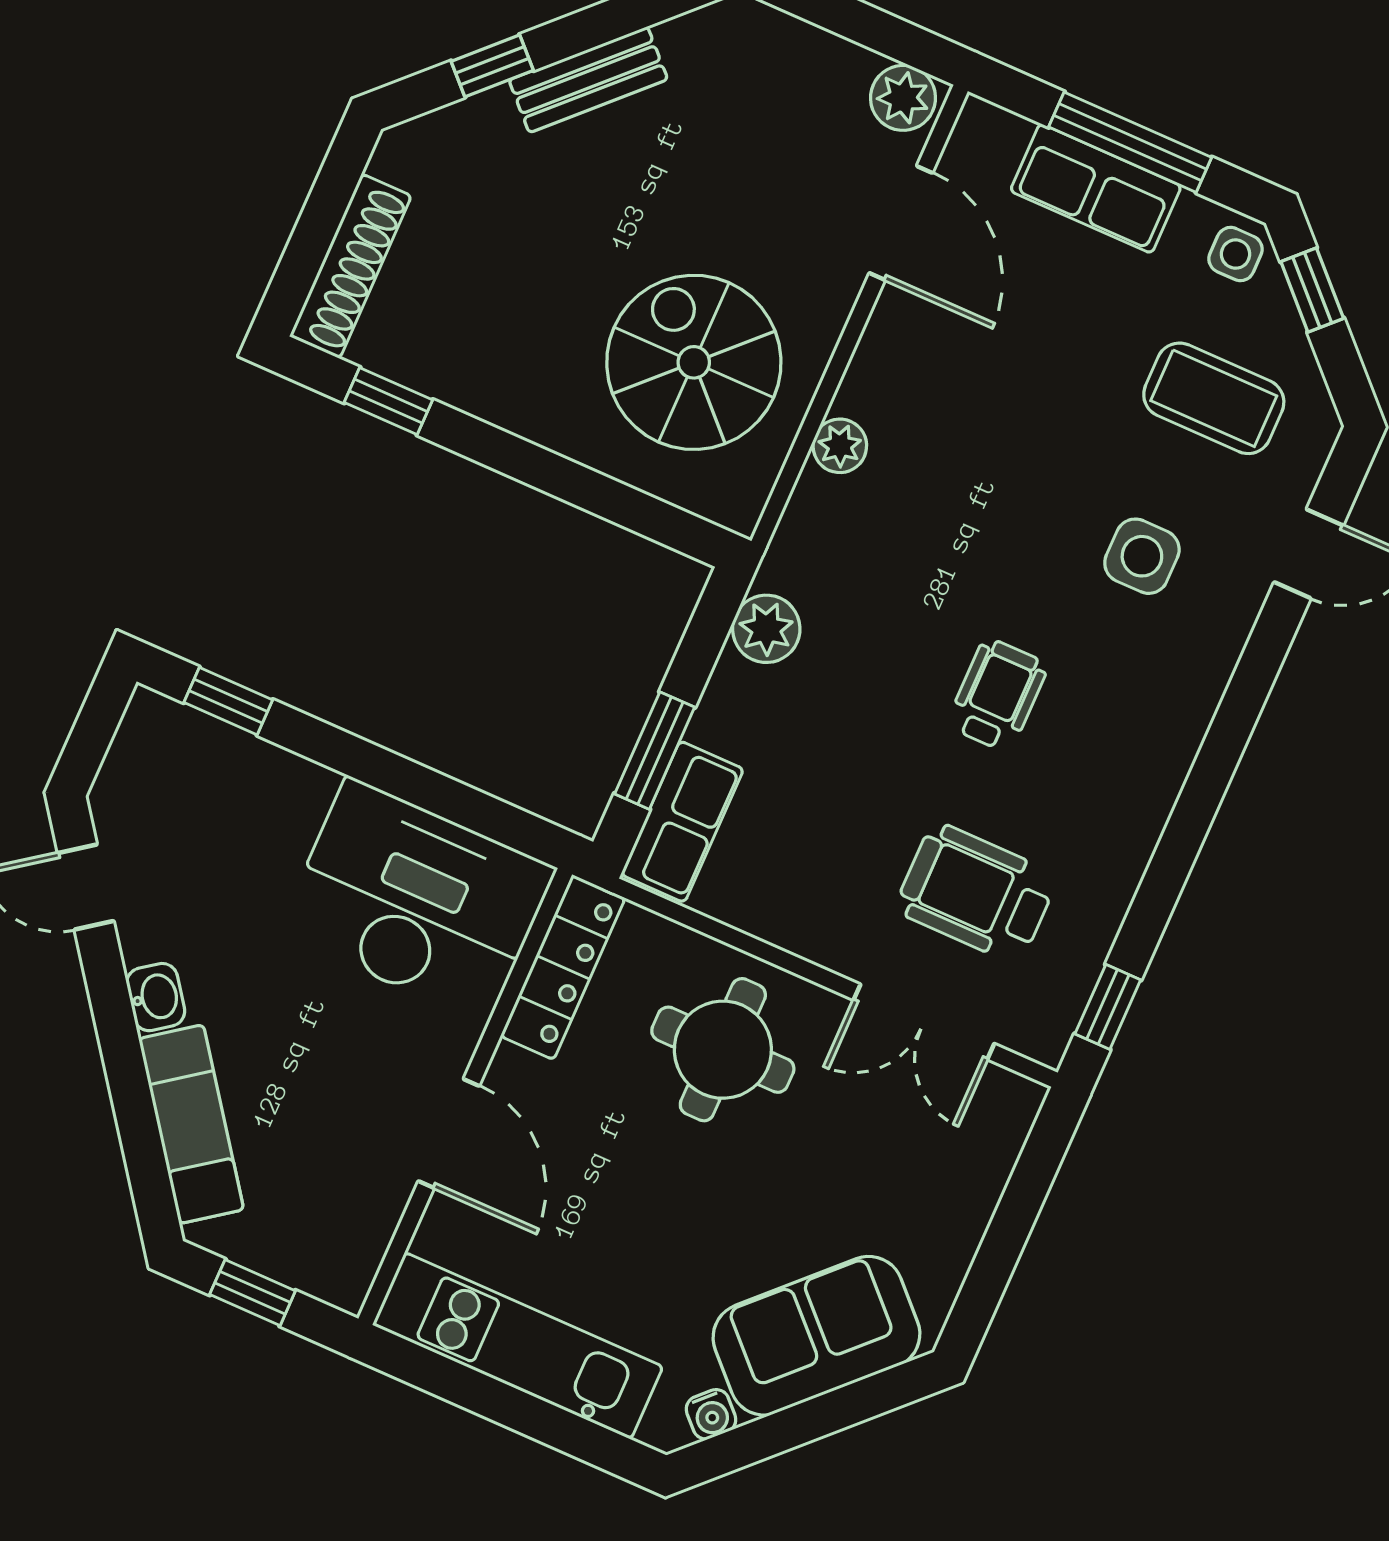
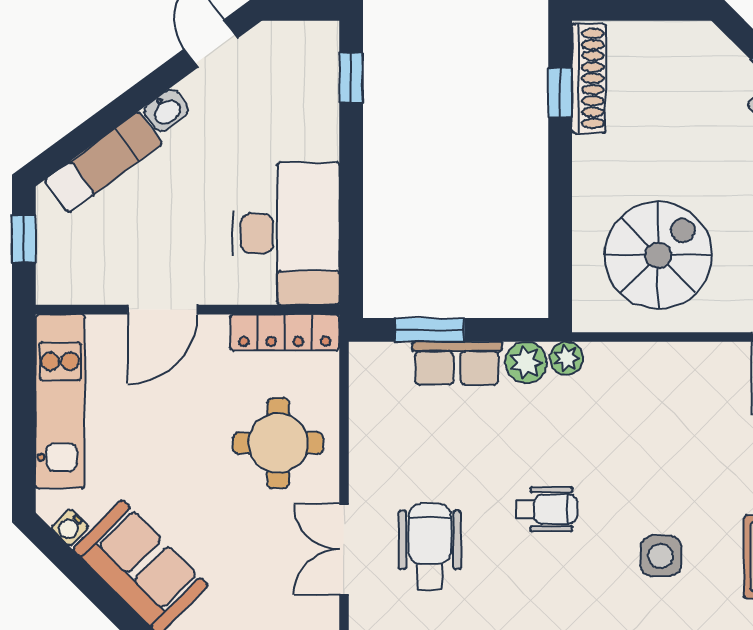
shoe rack: (351, 266) -> (589, 78), moved, turned -90
plant: (840, 446) -> (567, 358), moved
row of seats: (682, 822) -> (457, 363), moved

